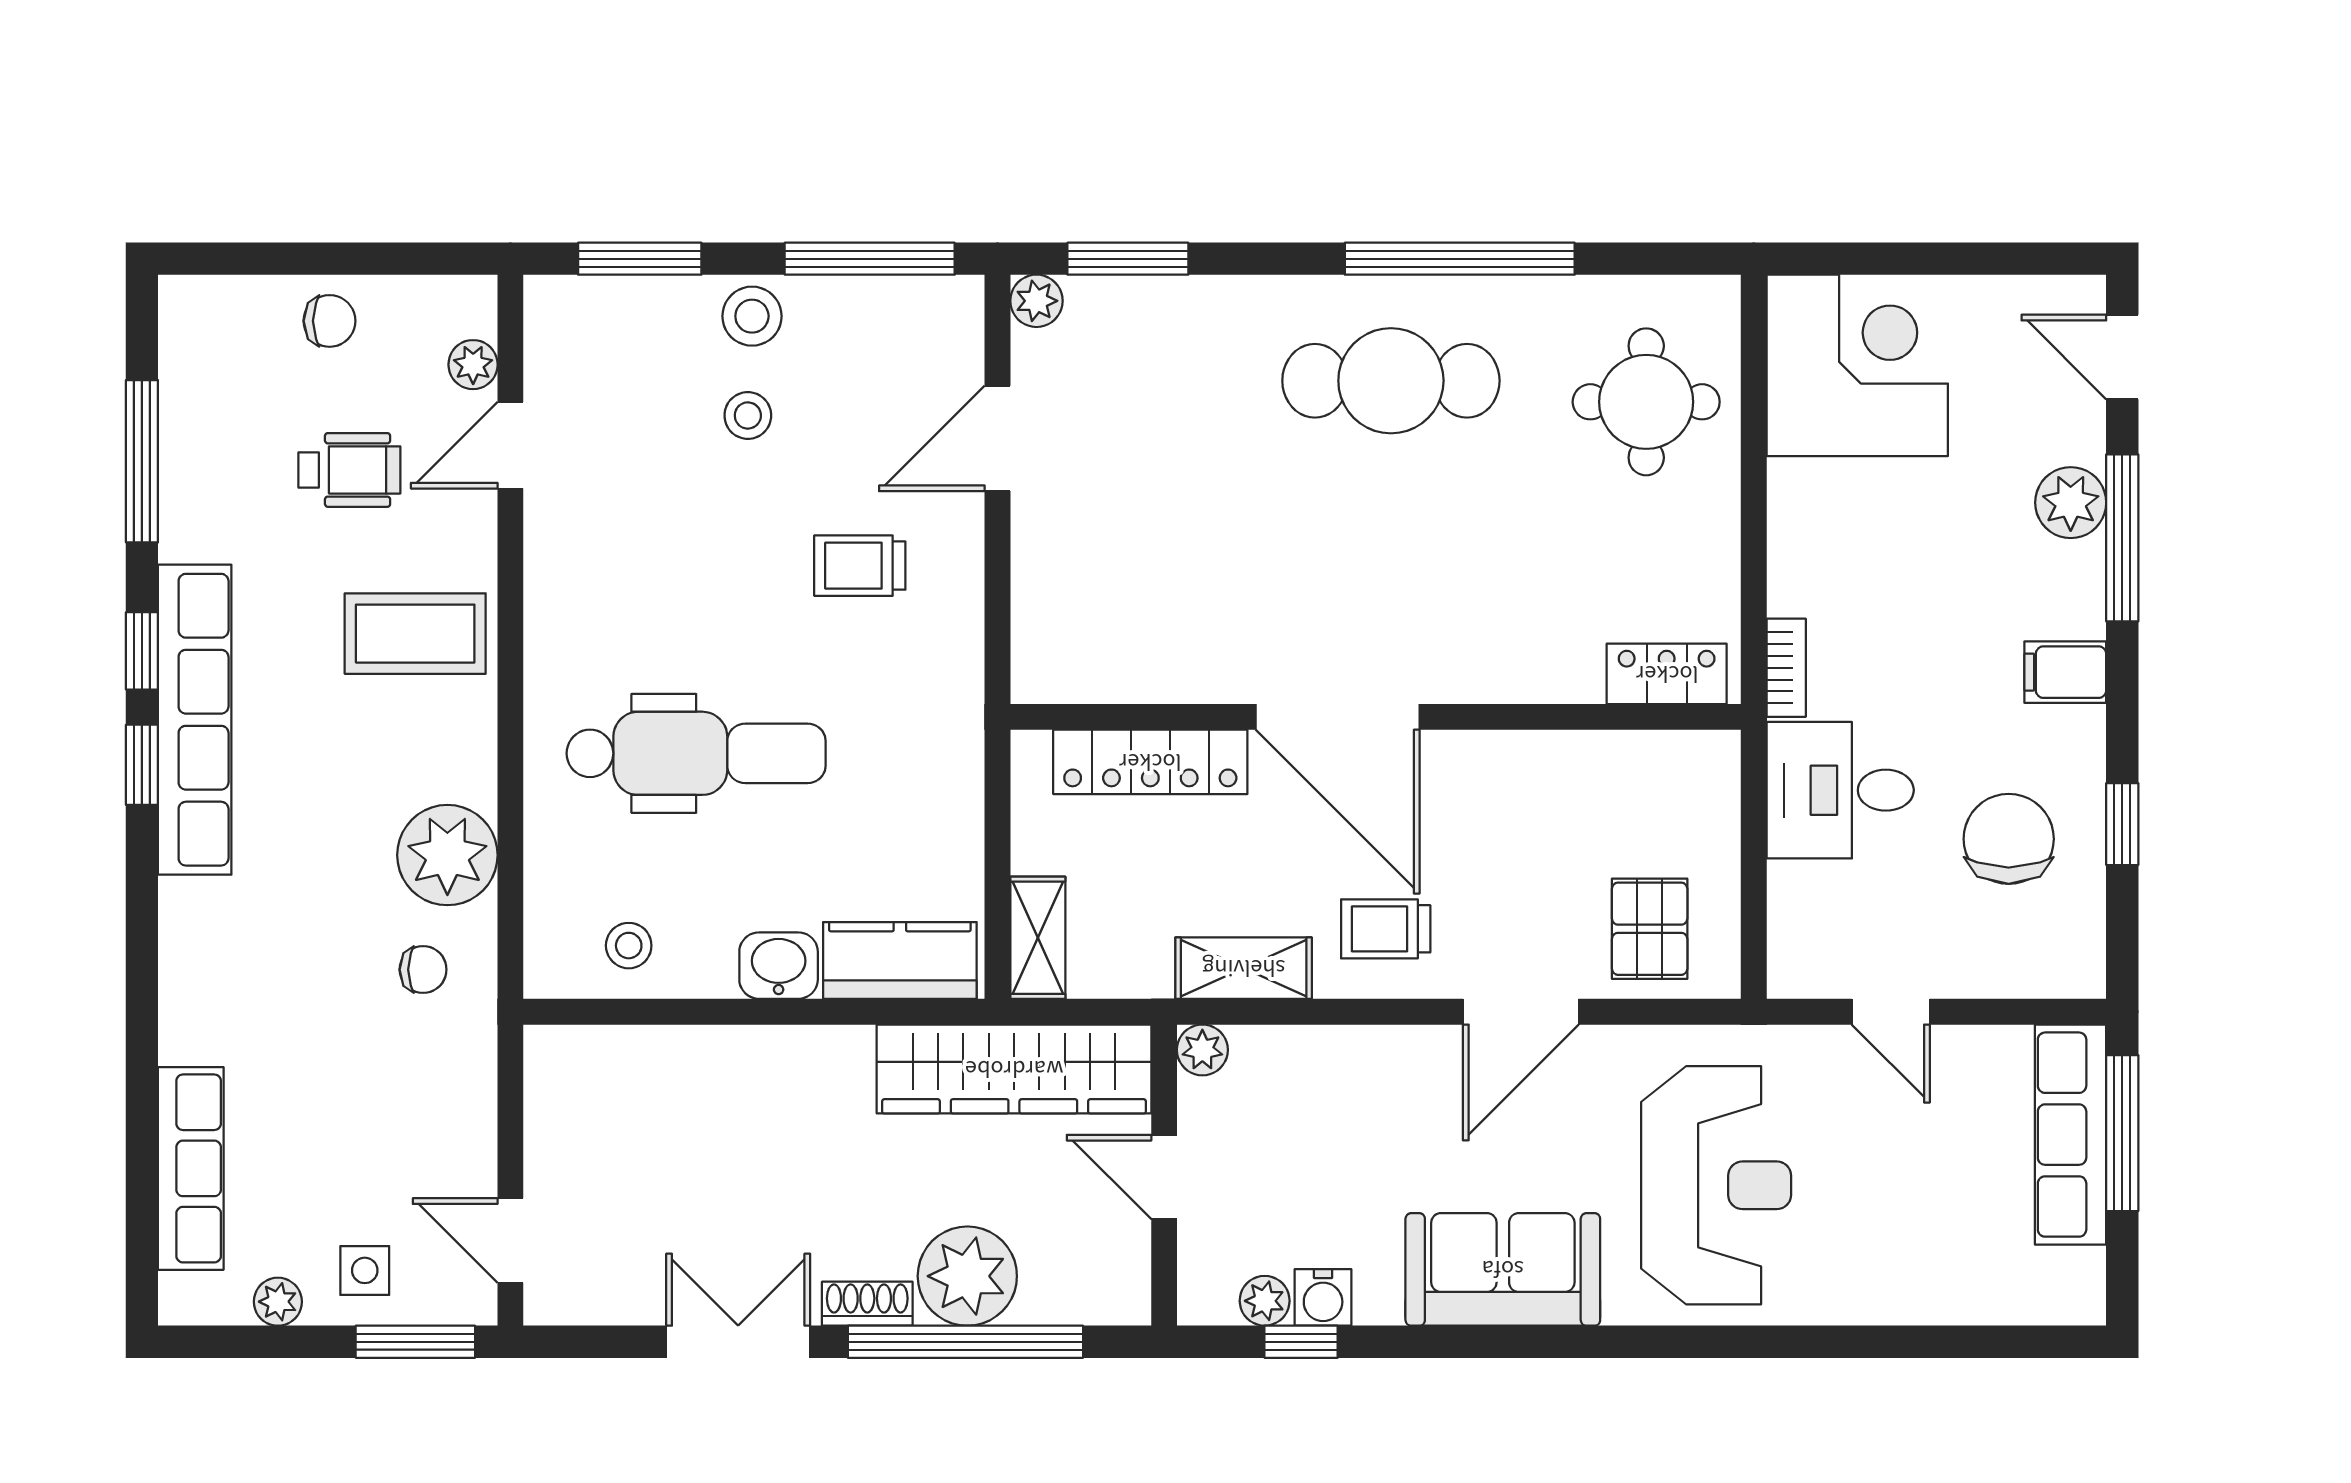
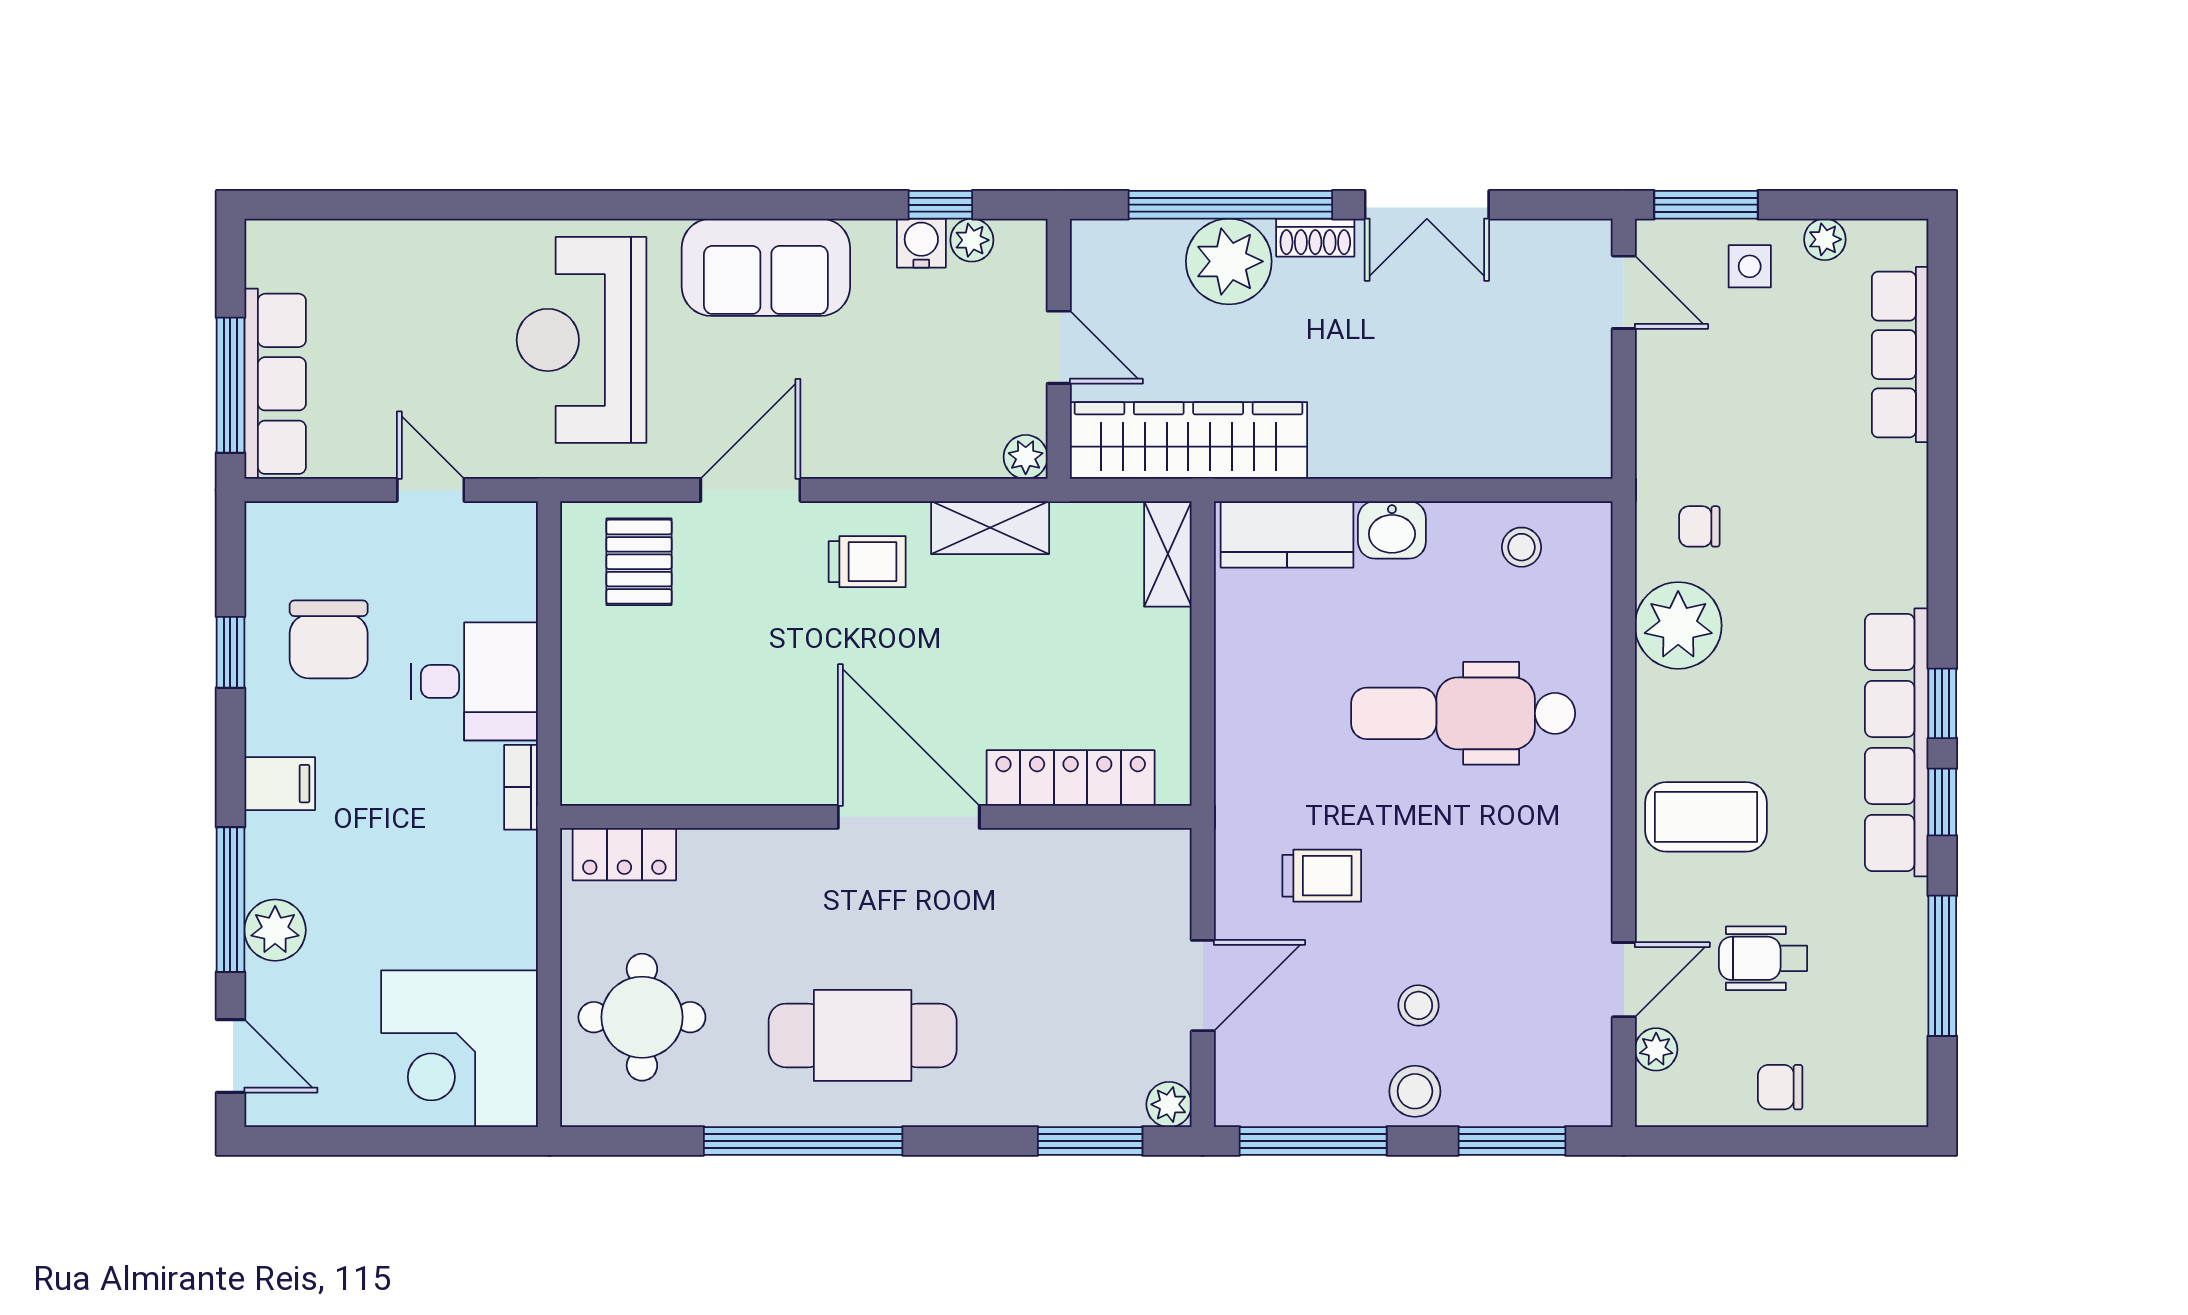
locker: (1667, 674) -> (624, 854), moved
door: (1338, 717) -> (909, 817), moved
wall: (1376, 717) -> (876, 817), moved
locker: (1150, 762) -> (1071, 778), moved

